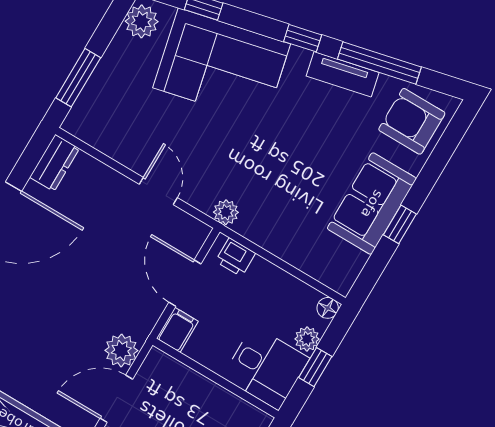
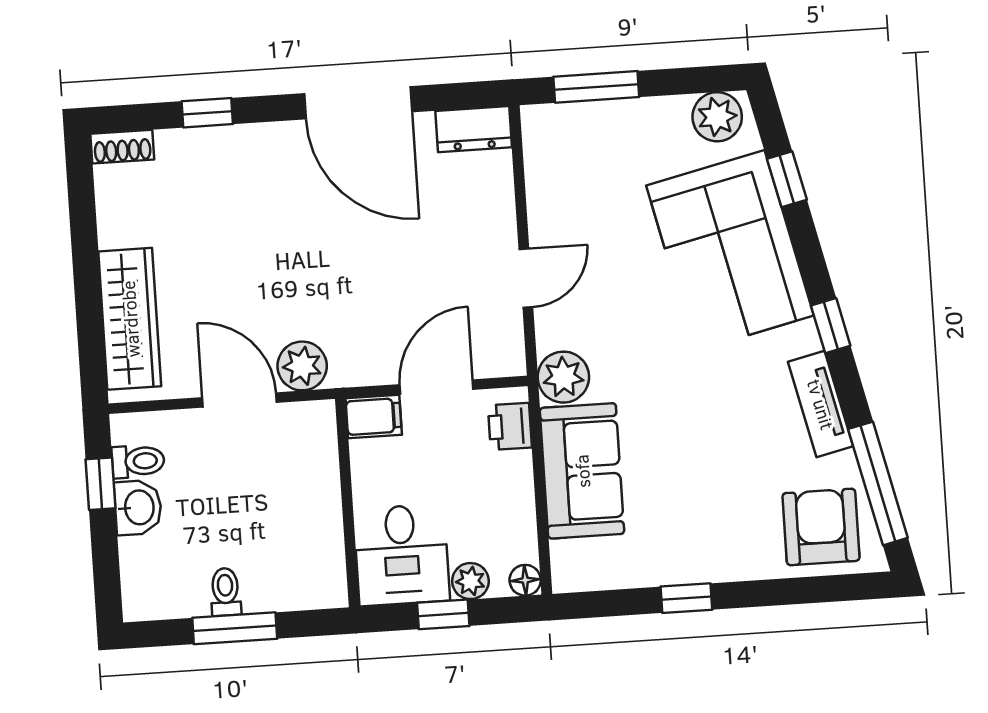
window: (379, 63) -> (878, 483), moved
sofa: (372, 204) -> (582, 471), moved, turned 90
plant: (226, 212) -> (563, 377), width x1.38, depth x1.38

